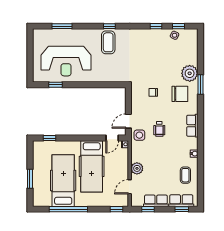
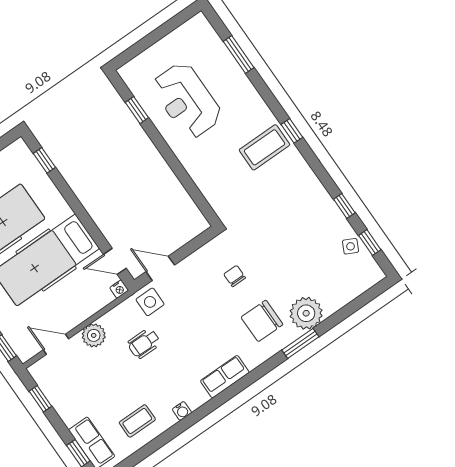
reception desk: (66, 61) -> (187, 100), width x0.74, depth x0.77
chair: (180, 94) -> (262, 321), turned 90
wheelchair: (159, 129) -> (144, 343), moved
row of seats: (156, 201) -> (63, 402), removed

